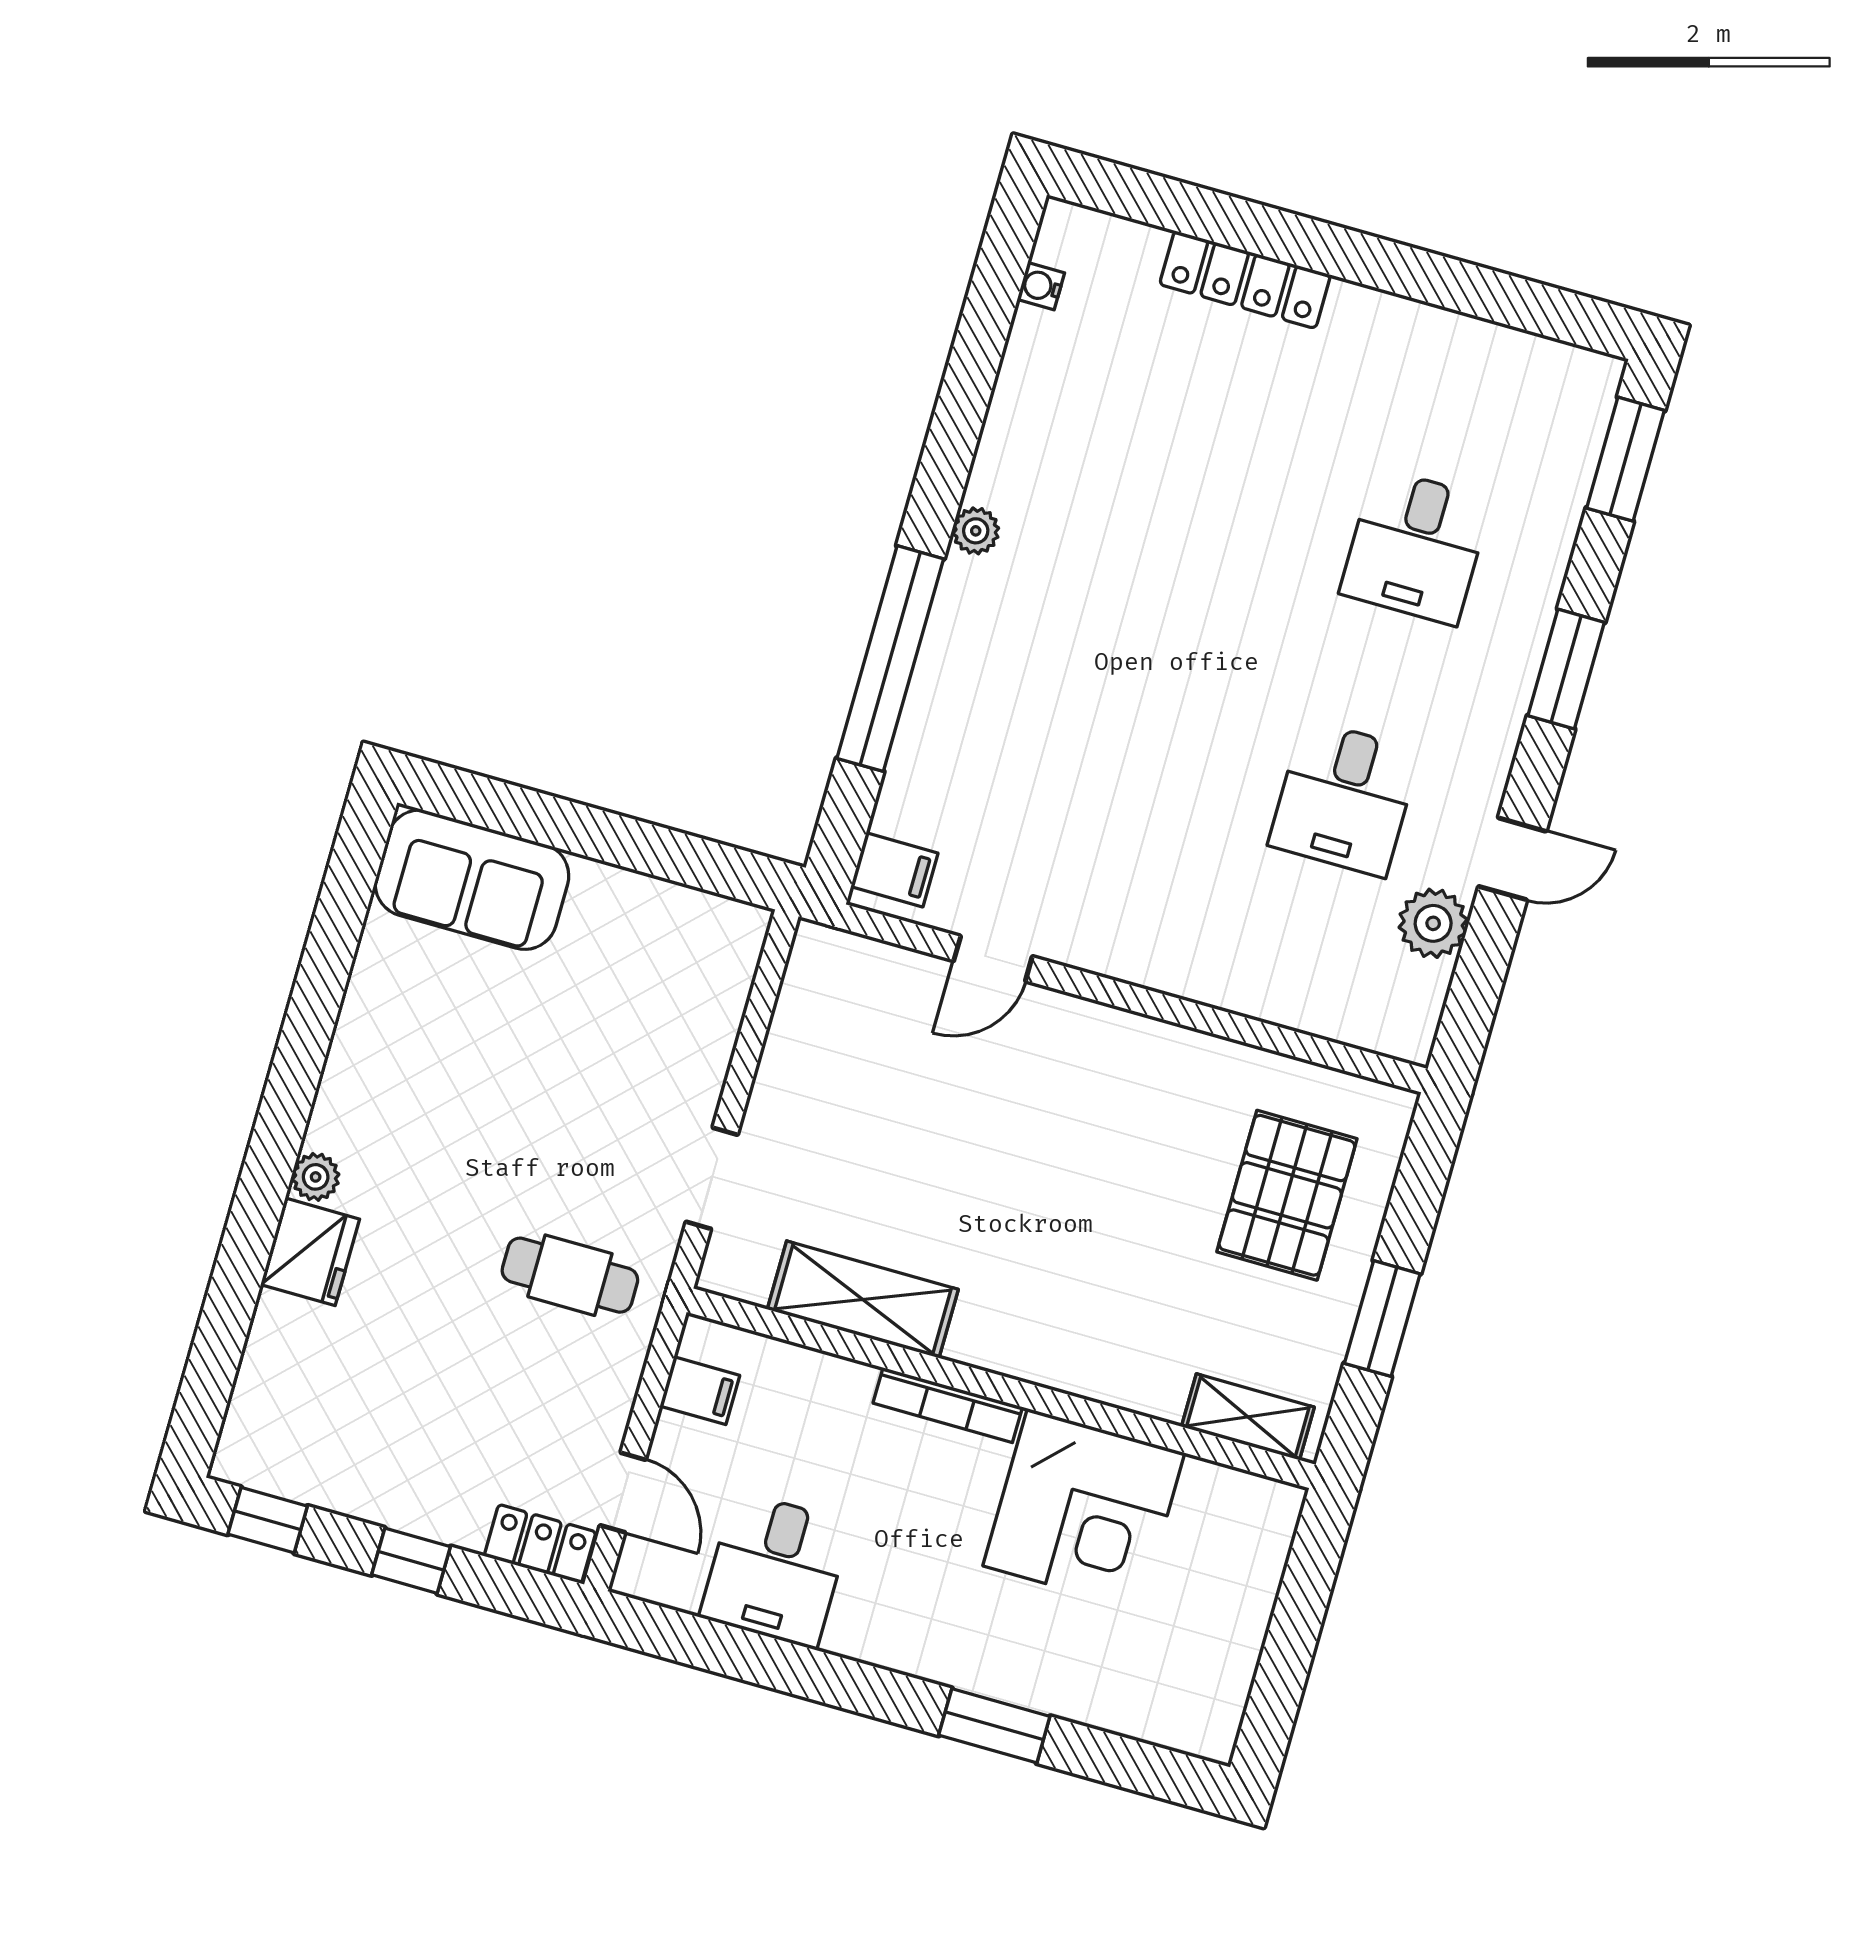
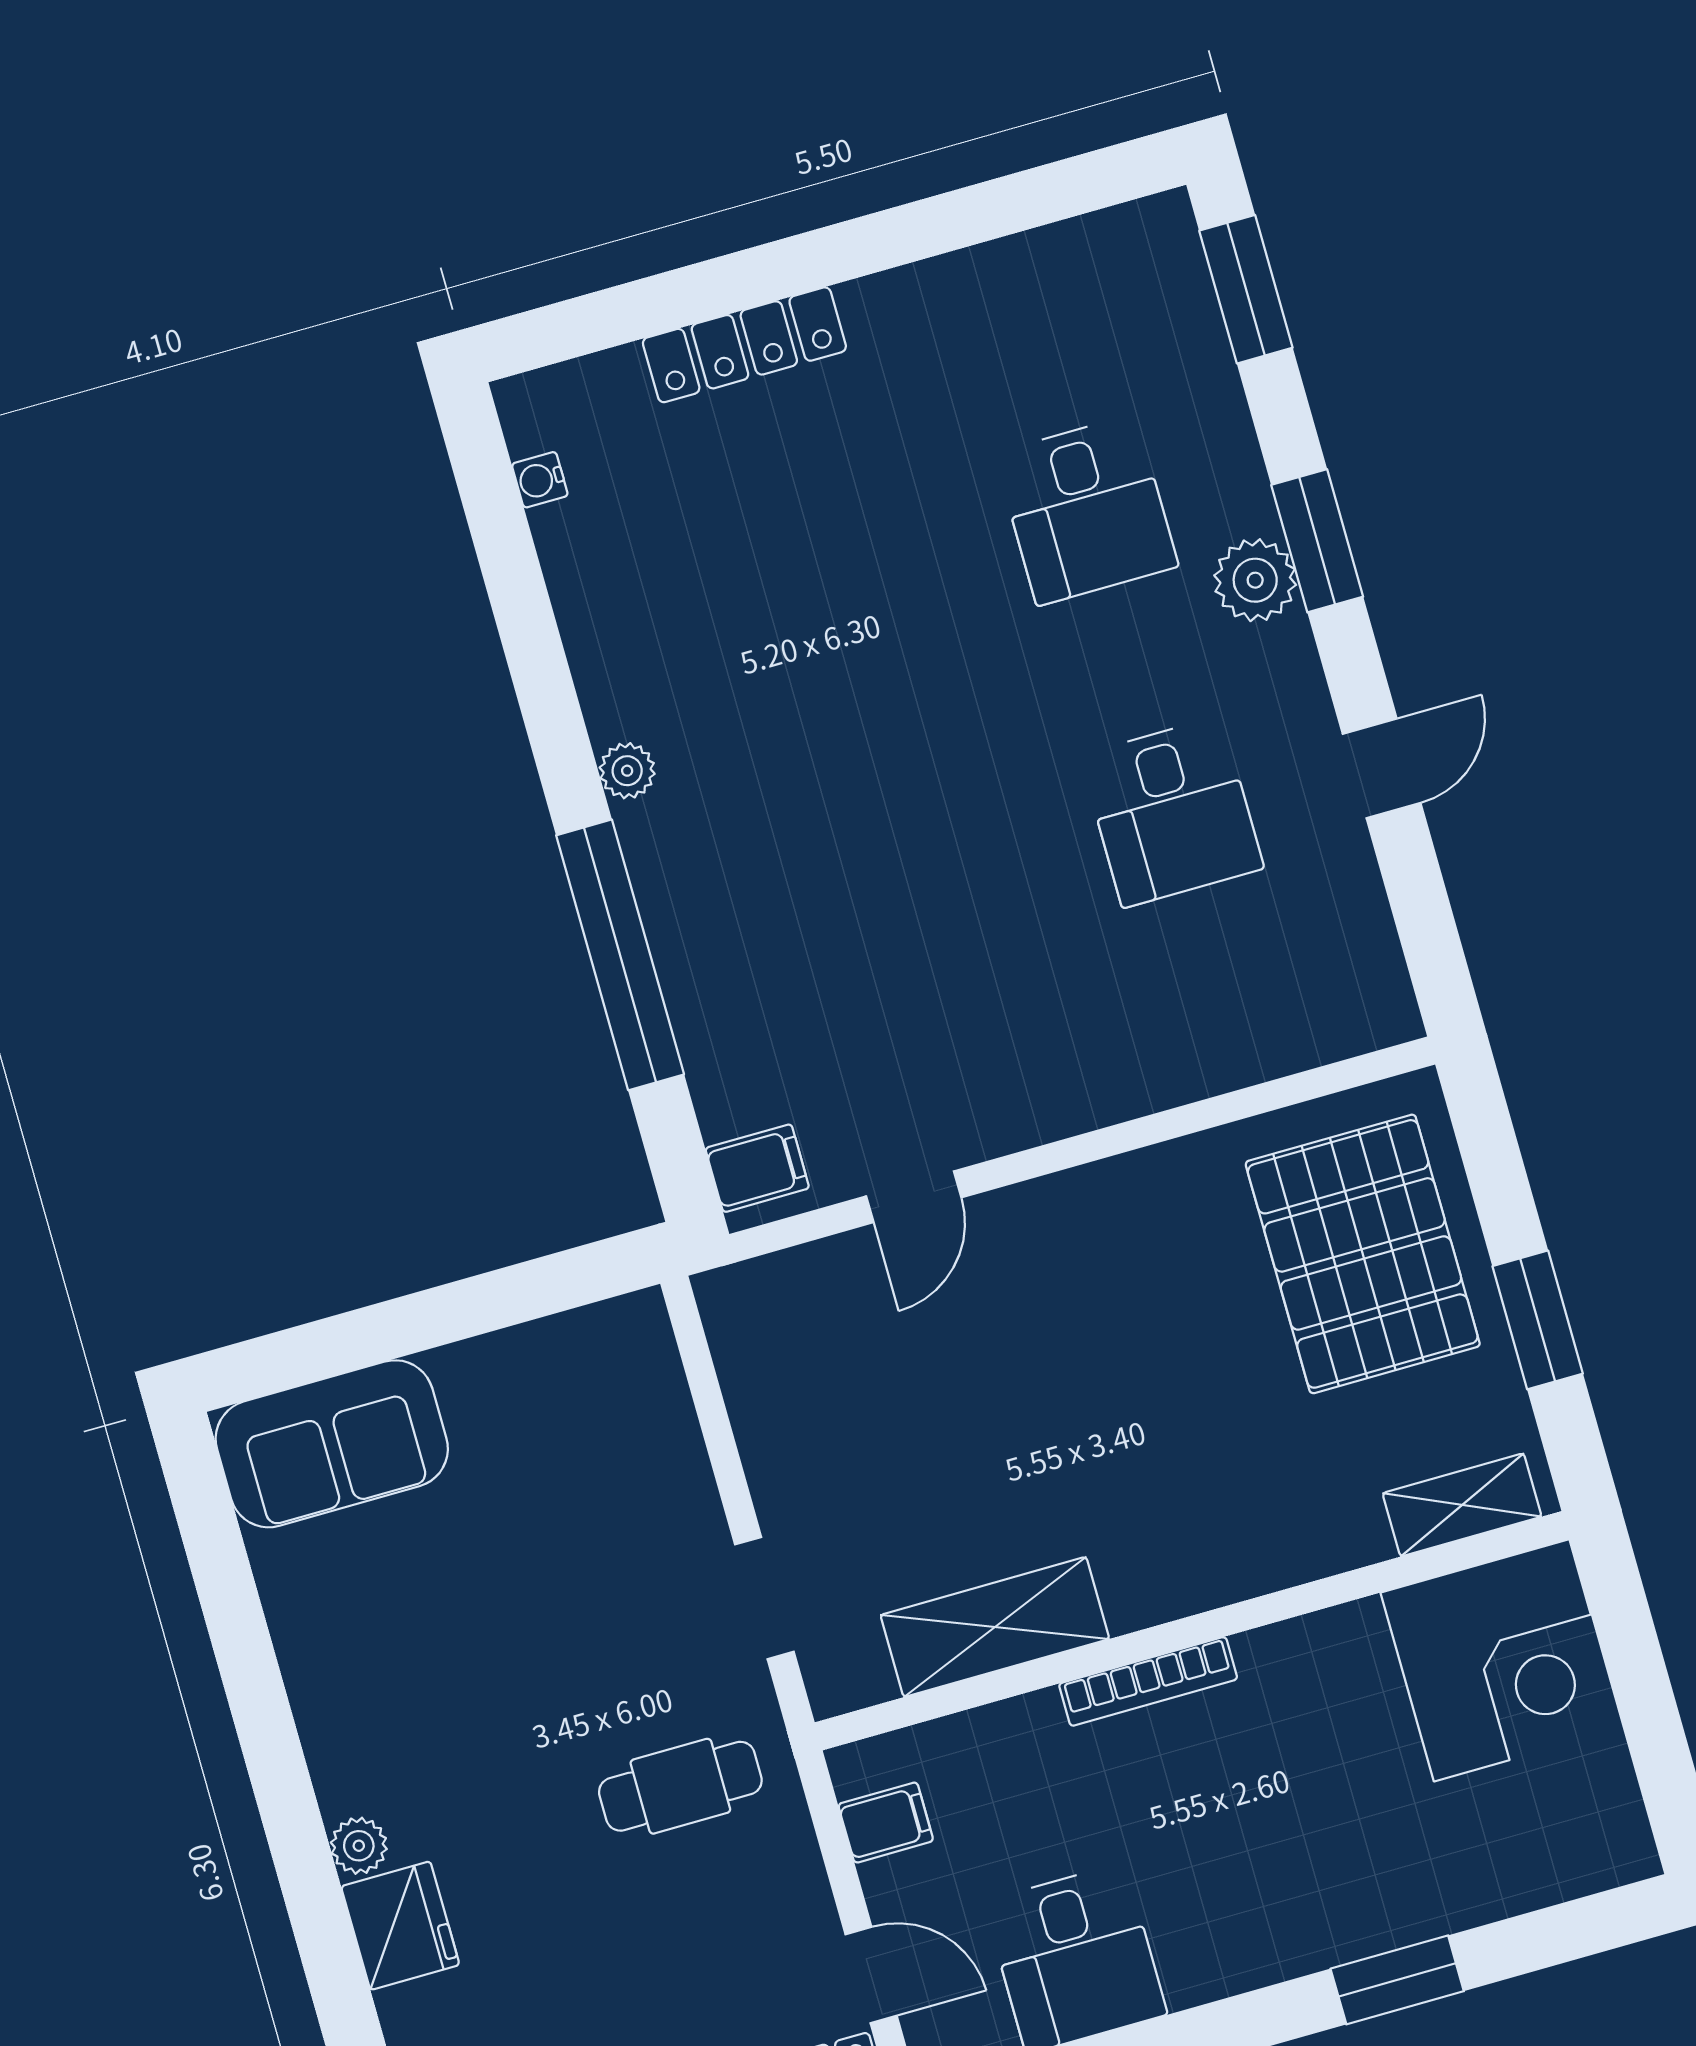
plant: (1433, 923) -> (1255, 580), moved
pallet: (1287, 1195) -> (1363, 1254), width x1.37, depth x1.41
corner desk: (1084, 1509) -> (1502, 1660), moved

